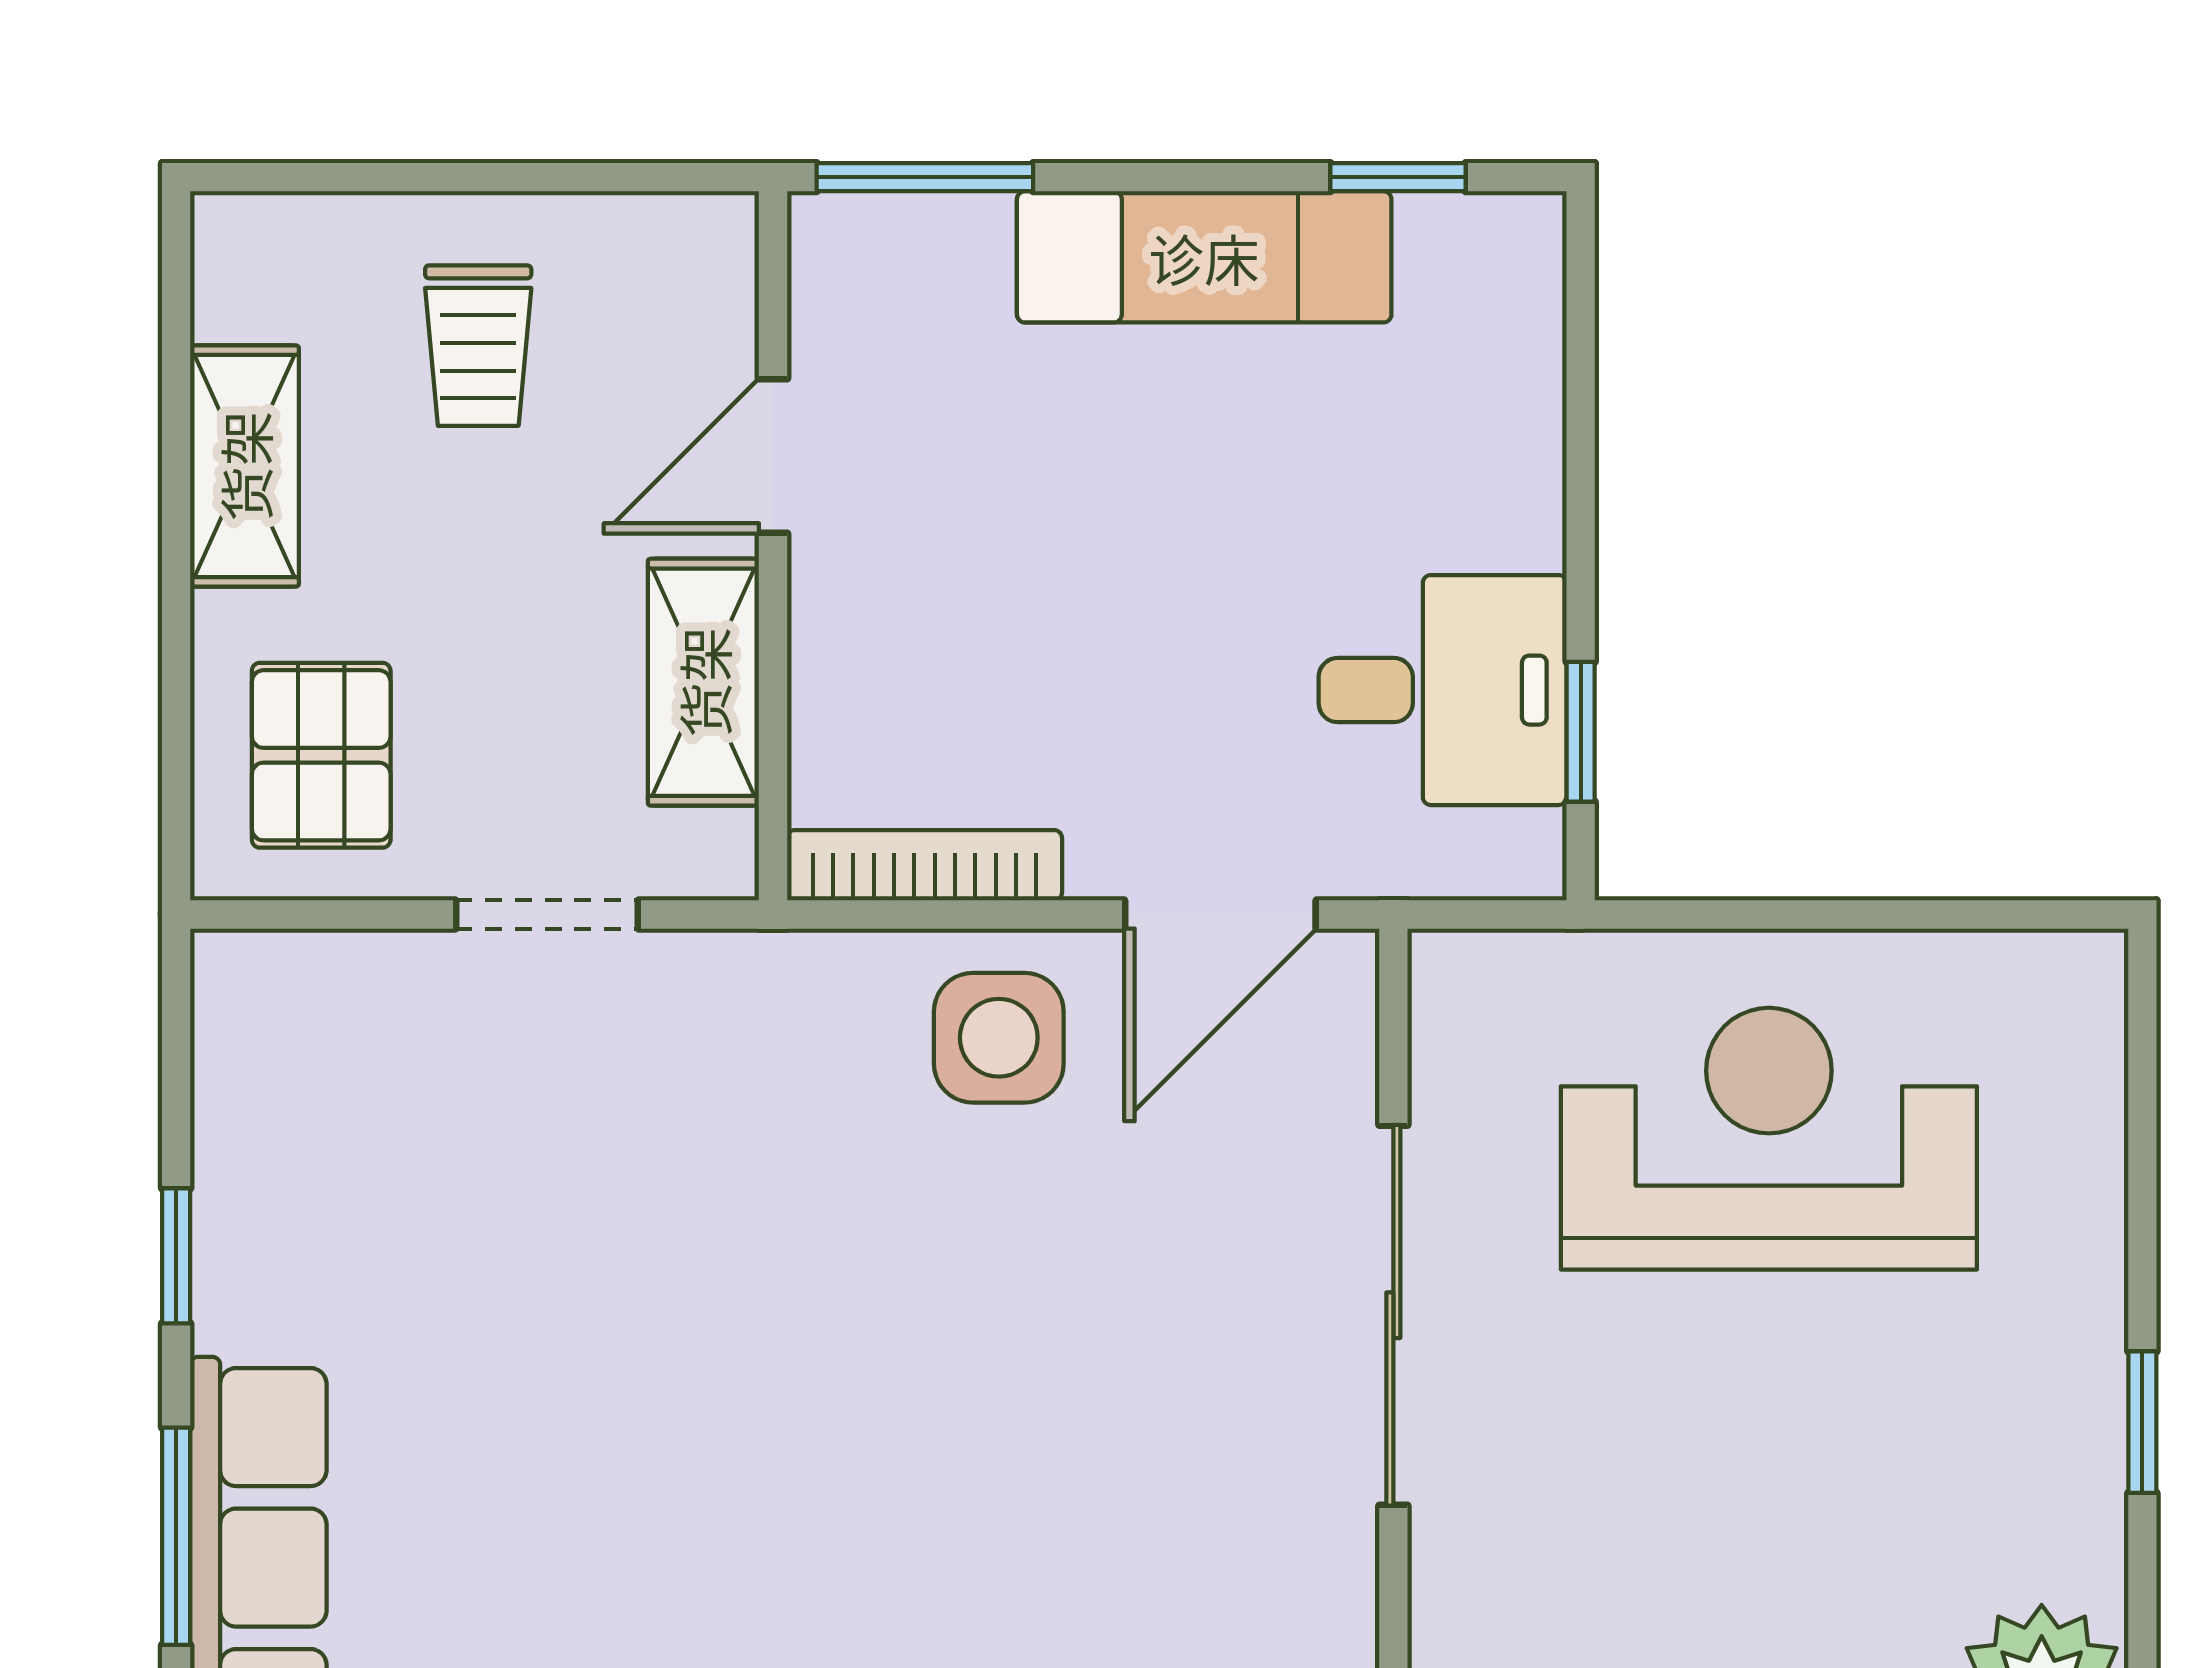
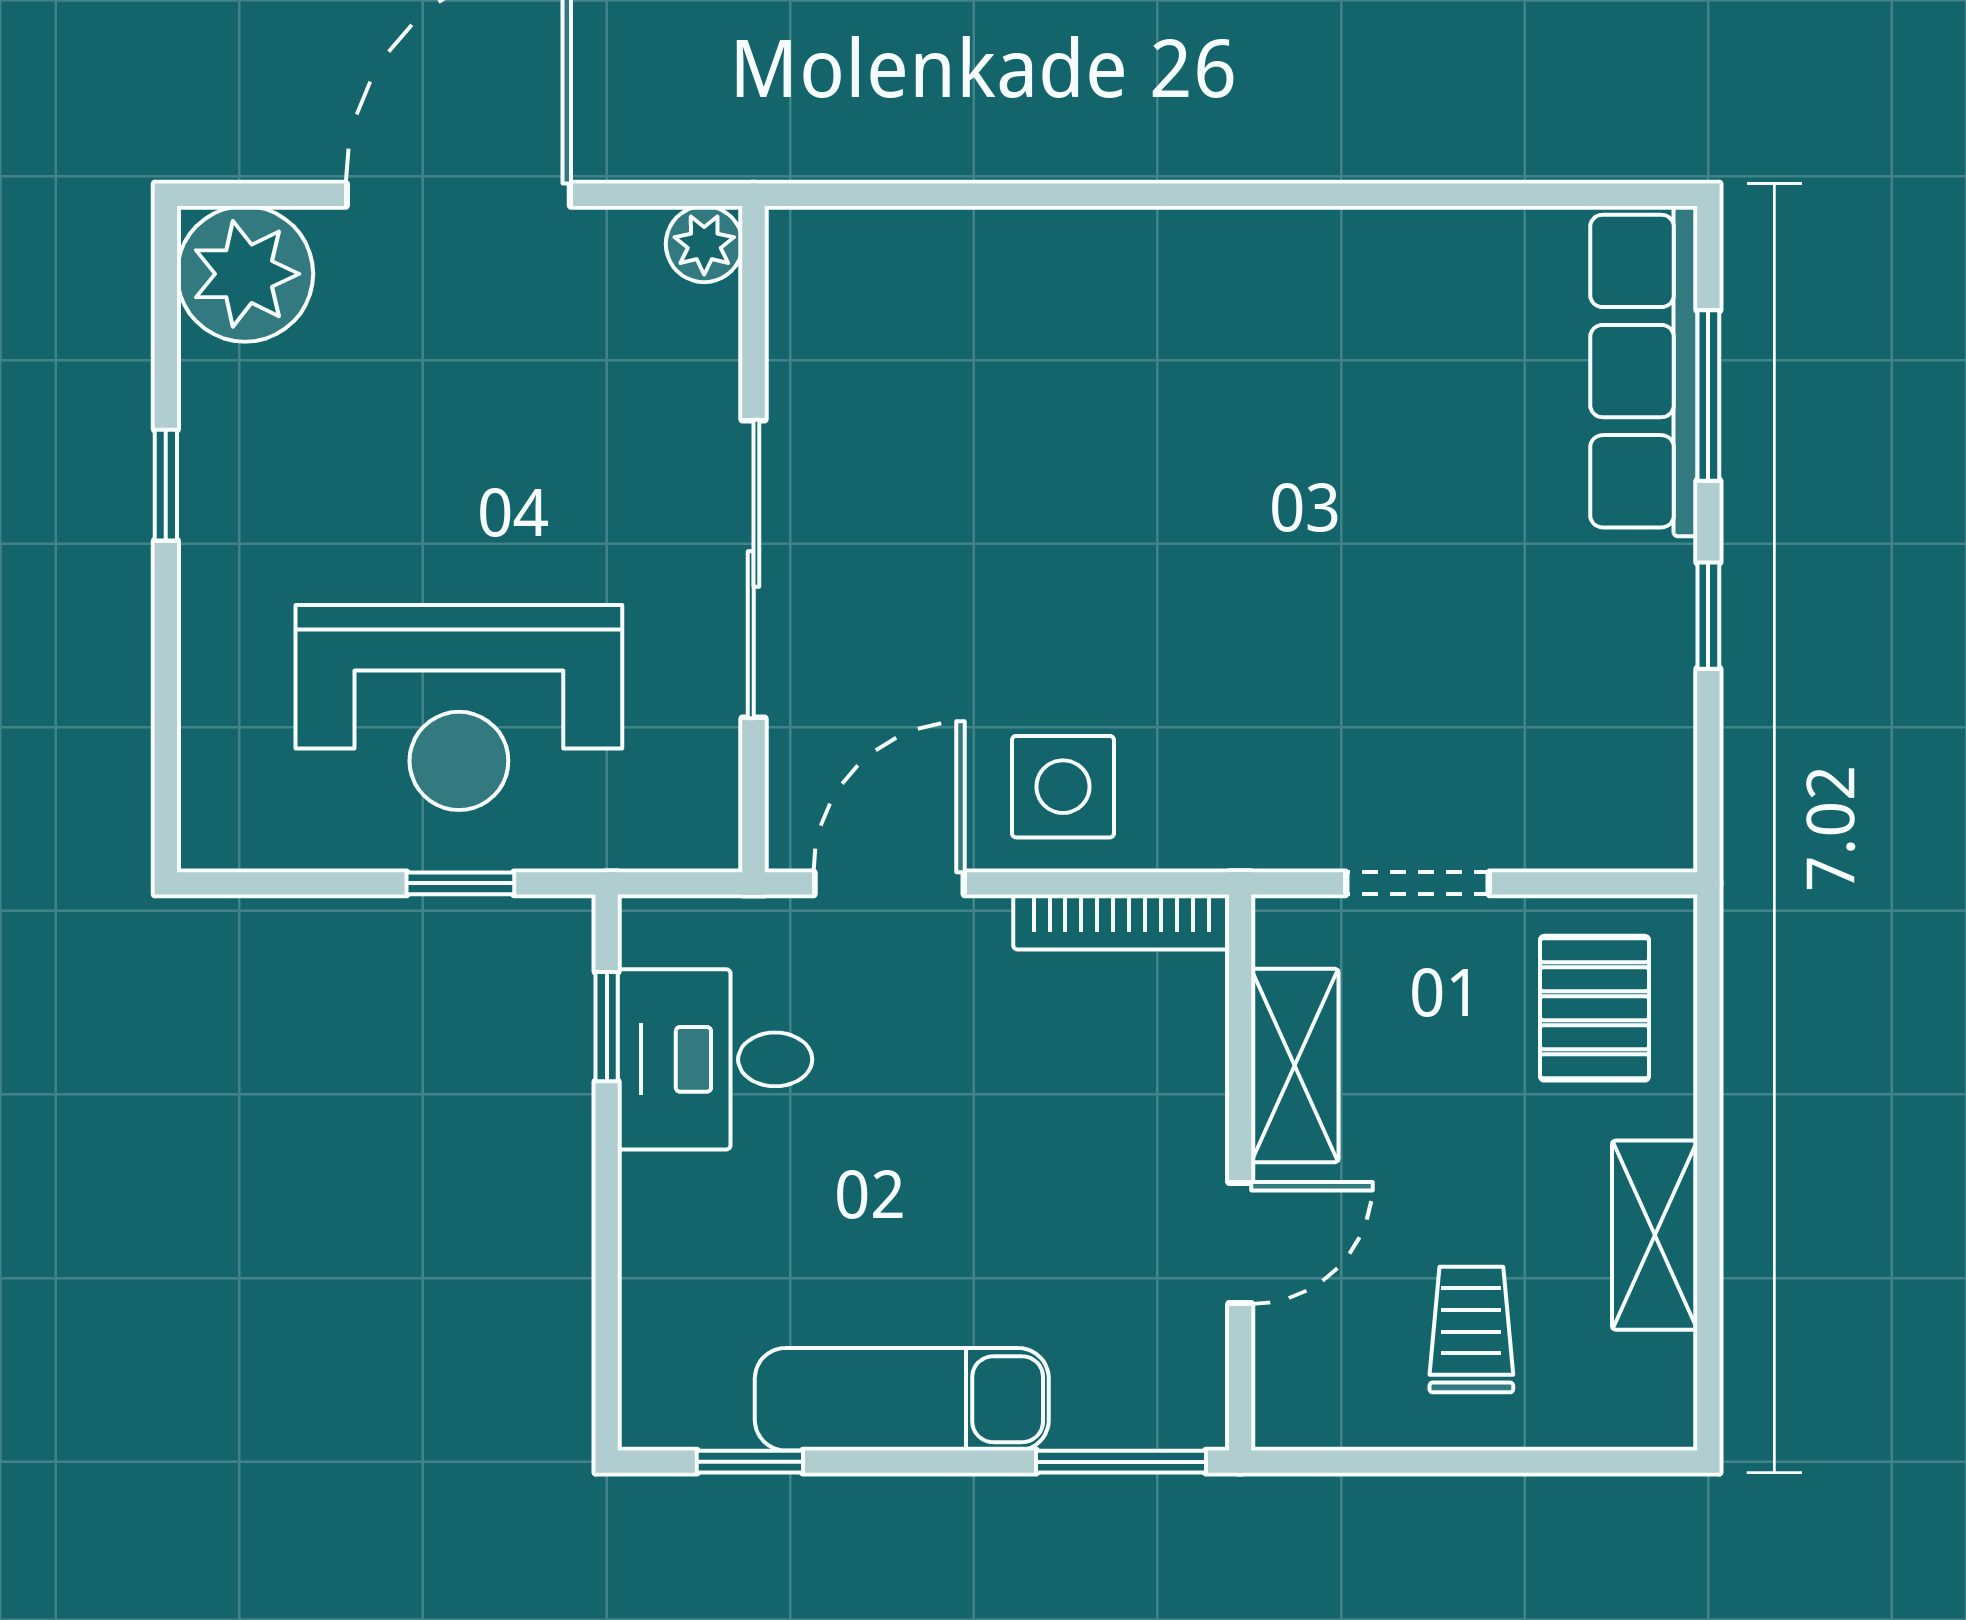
window: (1767, 915) -> (460, 883), added

